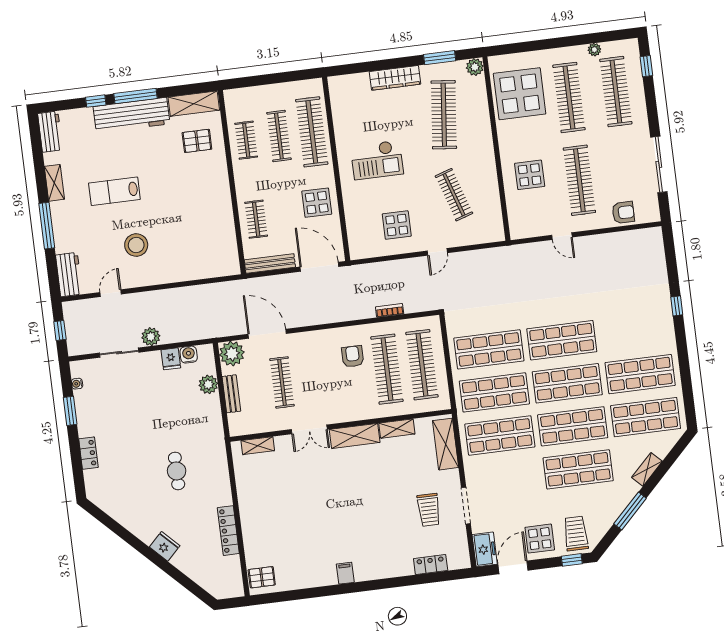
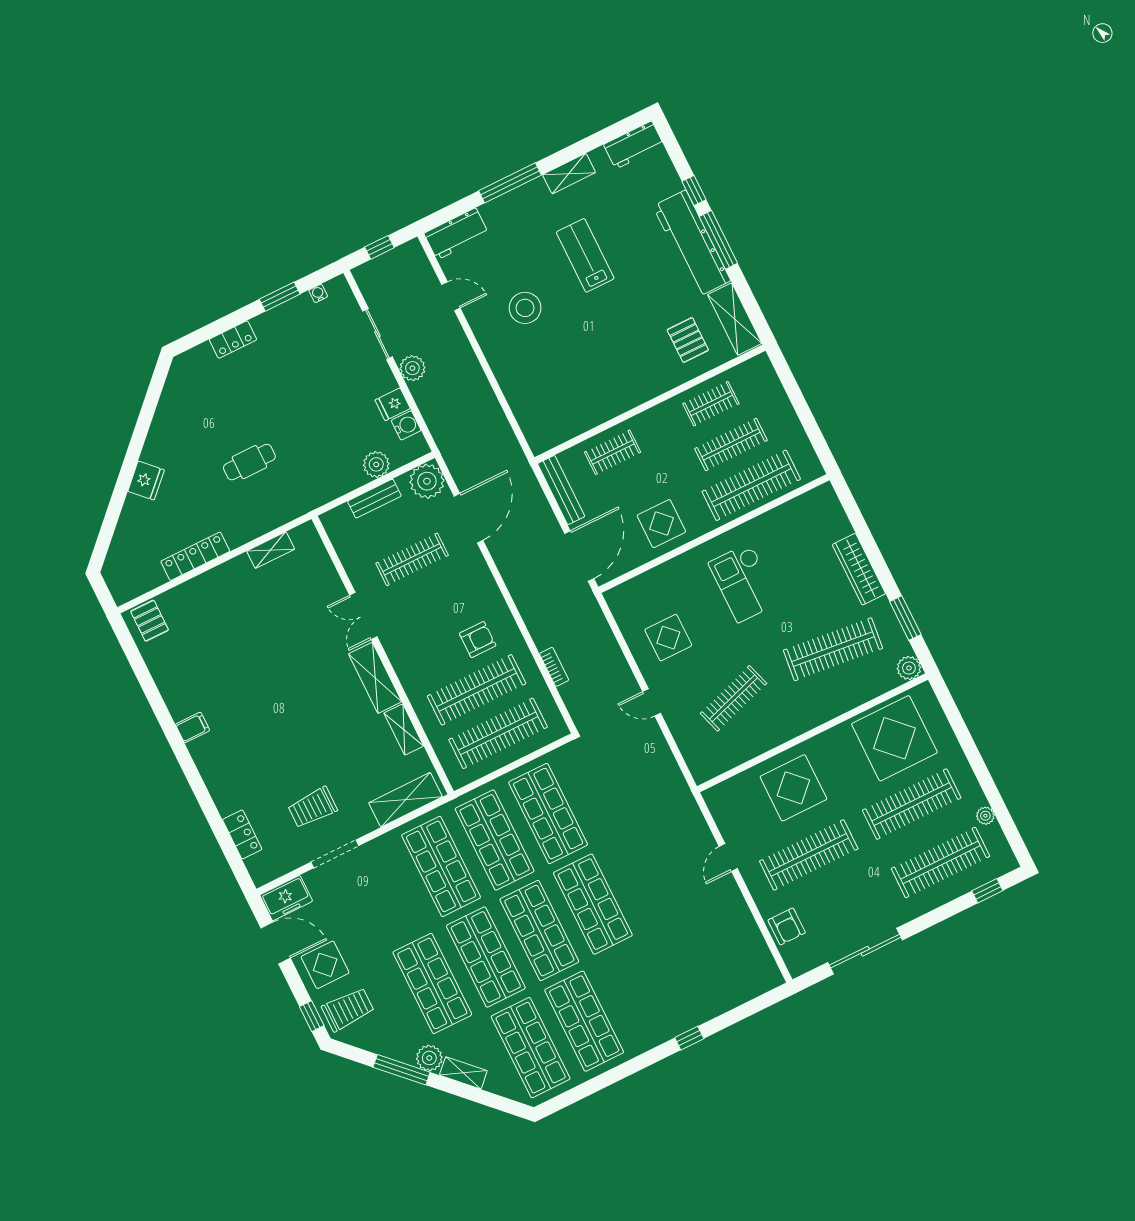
display table: (530, 175) -> (793, 788), width x1.36, depth x1.36
shelving: (258, 446) -> (271, 550), moved, turned 90
plant: (629, 489) -> (429, 1058), added

